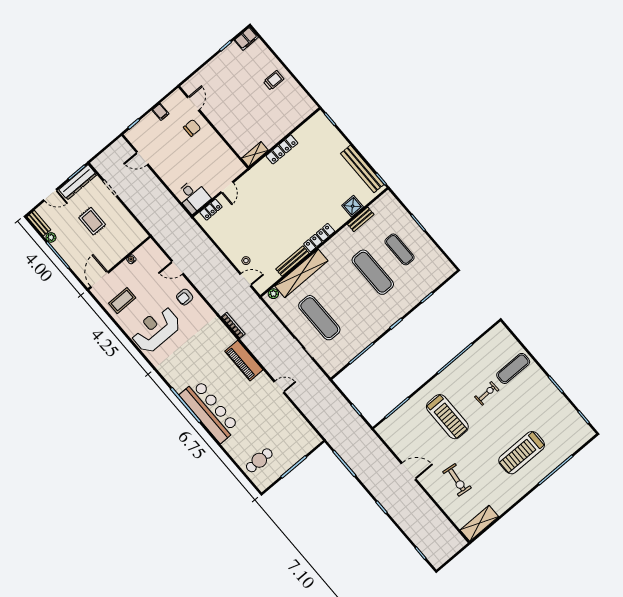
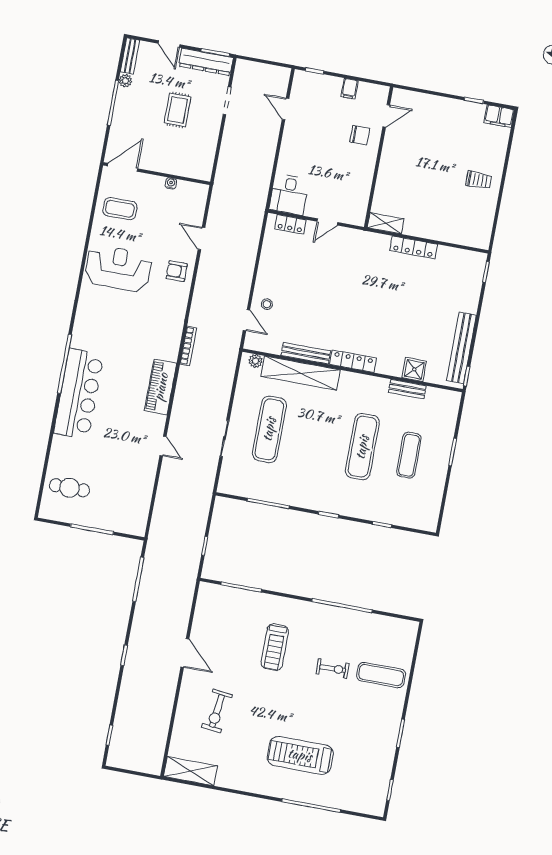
treadmill: (447, 417) -> (275, 647), width x0.73, depth x0.73

